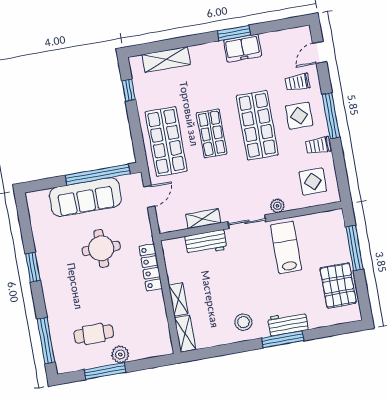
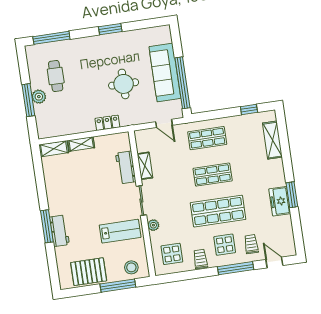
window: (331, 116) -> (236, 268), moved
shop shelf: (166, 141) -> (207, 138), width x0.70, depth x0.74
locker: (151, 267) -> (107, 123), width x0.66
stool: (243, 322) -> (131, 267), moved
window: (105, 371) -> (28, 100), moved

